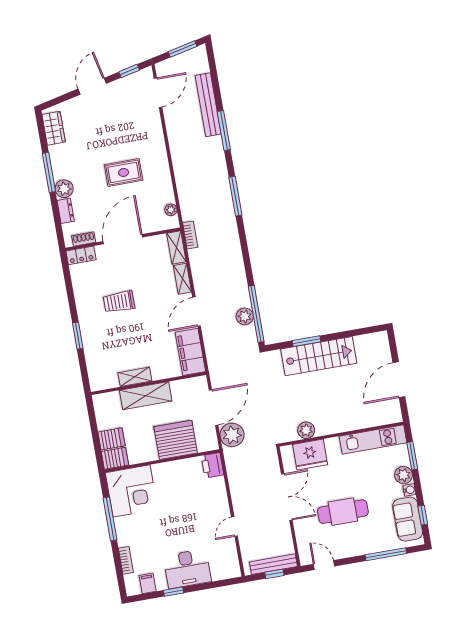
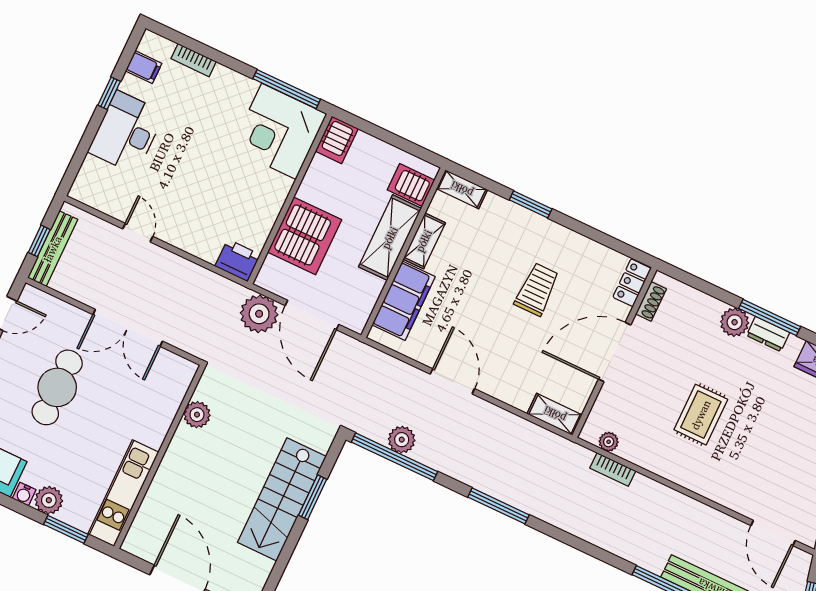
window: (235, 196) -> (498, 506), moved
dresser: (66, 211) -> (768, 334), moved
bookcase: (190, 235) -> (613, 469), moved
door: (123, 239) -> (615, 352), swing flipped
shelving: (182, 279) -> (462, 189), moved
filing cabinet: (190, 352) -> (404, 301), moved, turned 90
server rack: (111, 439) -> (411, 185), moved, turned 90
fridge: (310, 455) -> (162, 397), removed
window: (110, 519) -> (287, 89), moved

